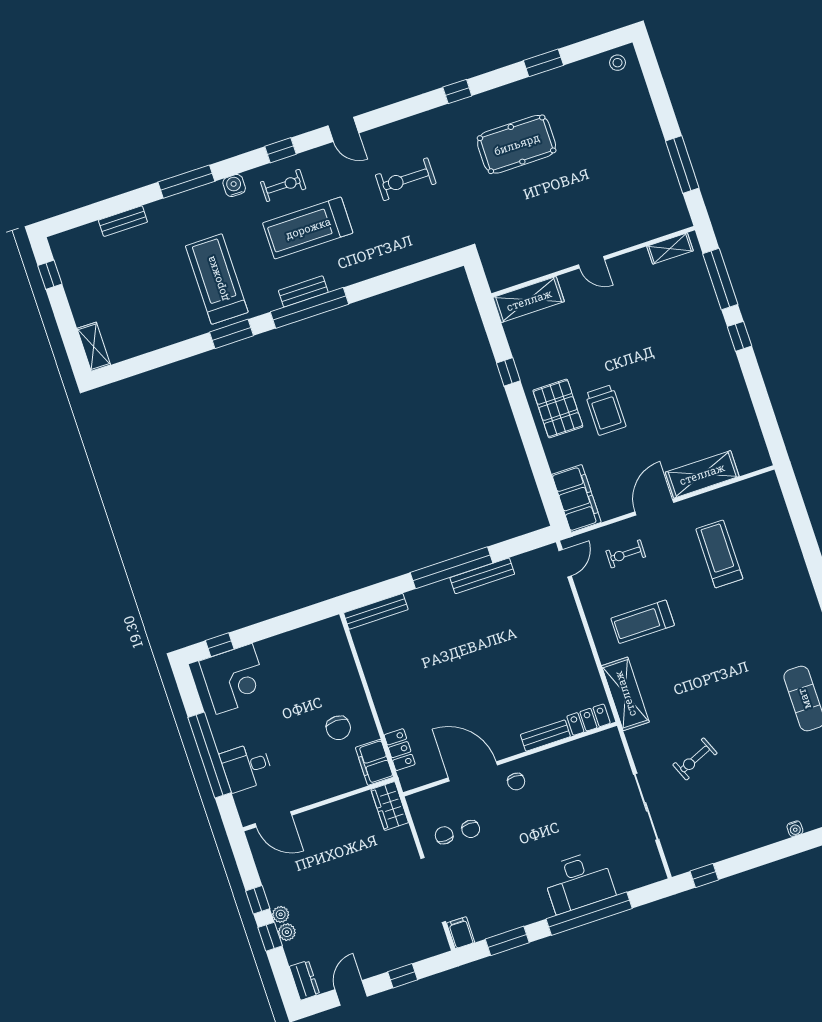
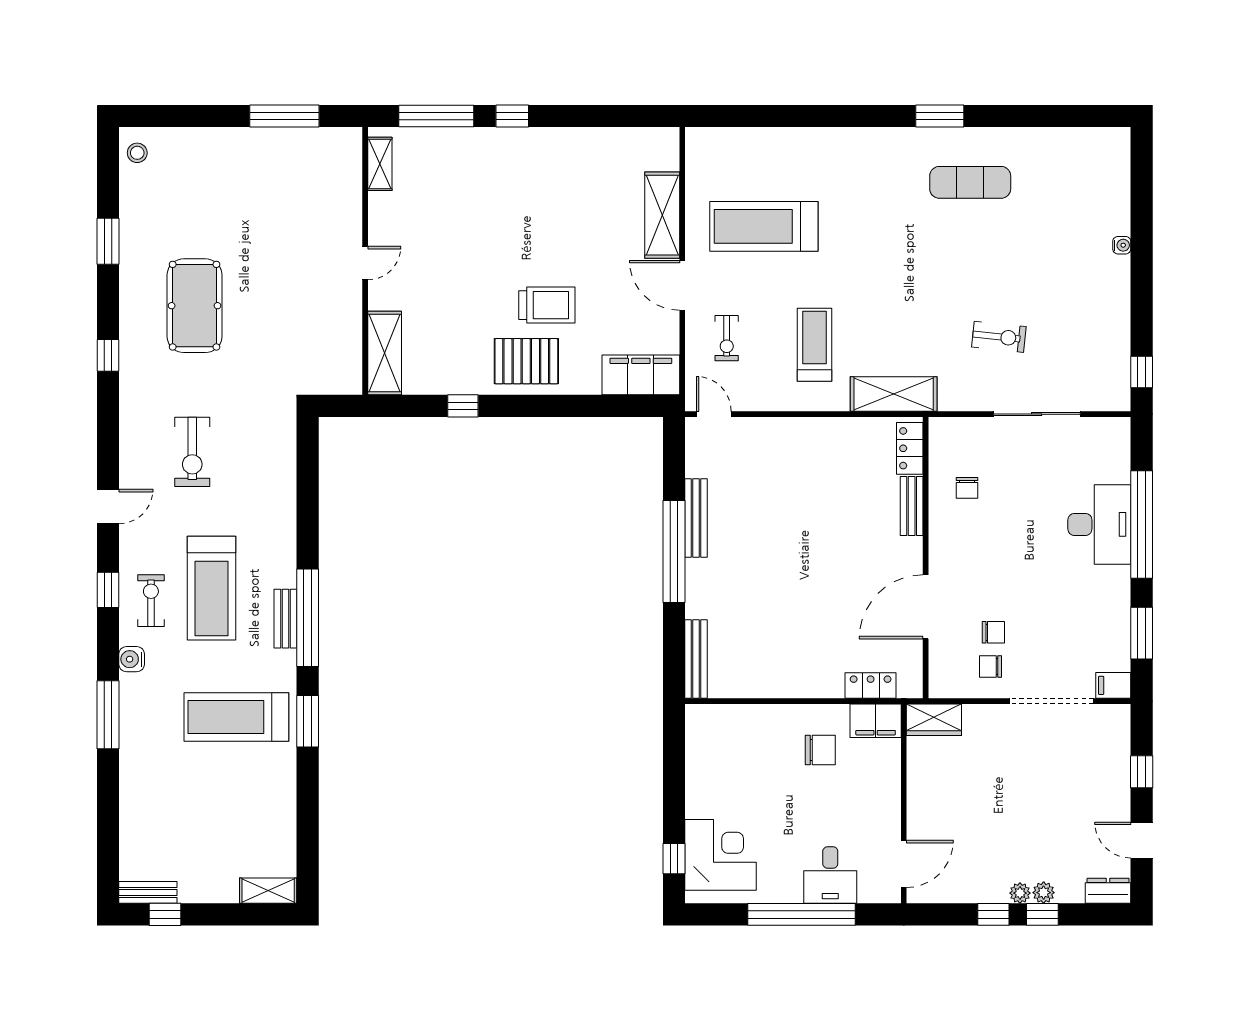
bench: (123, 221) -> (148, 892), moved, turned 90
treadmill: (719, 554) -> (764, 226), width x1.37, depth x1.38
treadmill: (643, 622) -> (814, 345), turned 180
exercise bike: (695, 759) -> (999, 337), turned -61
chair: (516, 782) -> (967, 488), moved, turned 90

